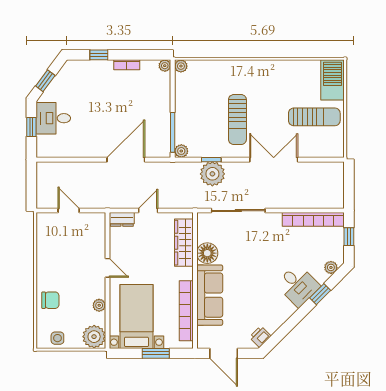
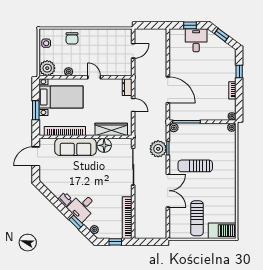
door: (107, 268) -> (94, 77), swing flipped
printer: (260, 337) -> (65, 199), moved

